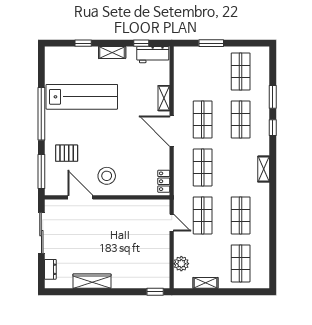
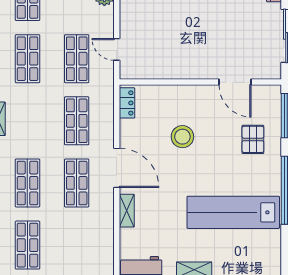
pallet: (67, 153) -> (253, 139), turned 90
stool: (107, 176) -> (182, 137), moved

